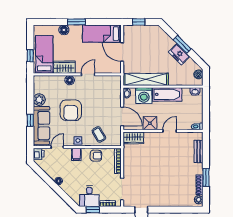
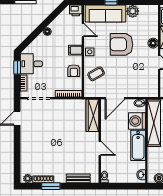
shower: (150, 123) -> (108, 127), removed
wardrobe: (133, 138) -> (92, 115), width x1.50

